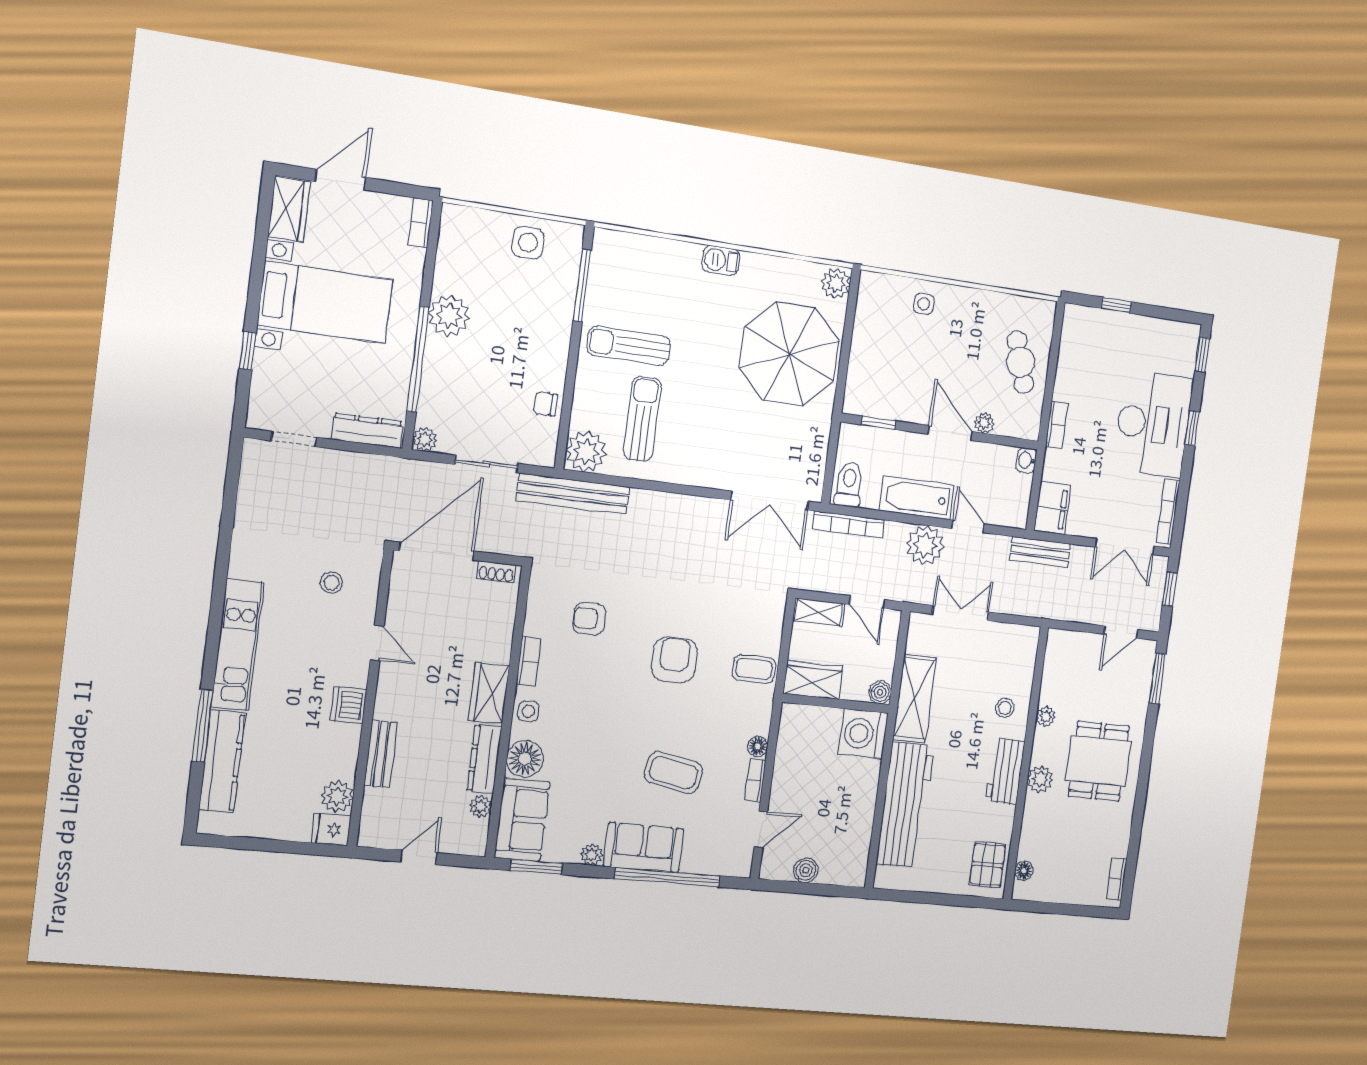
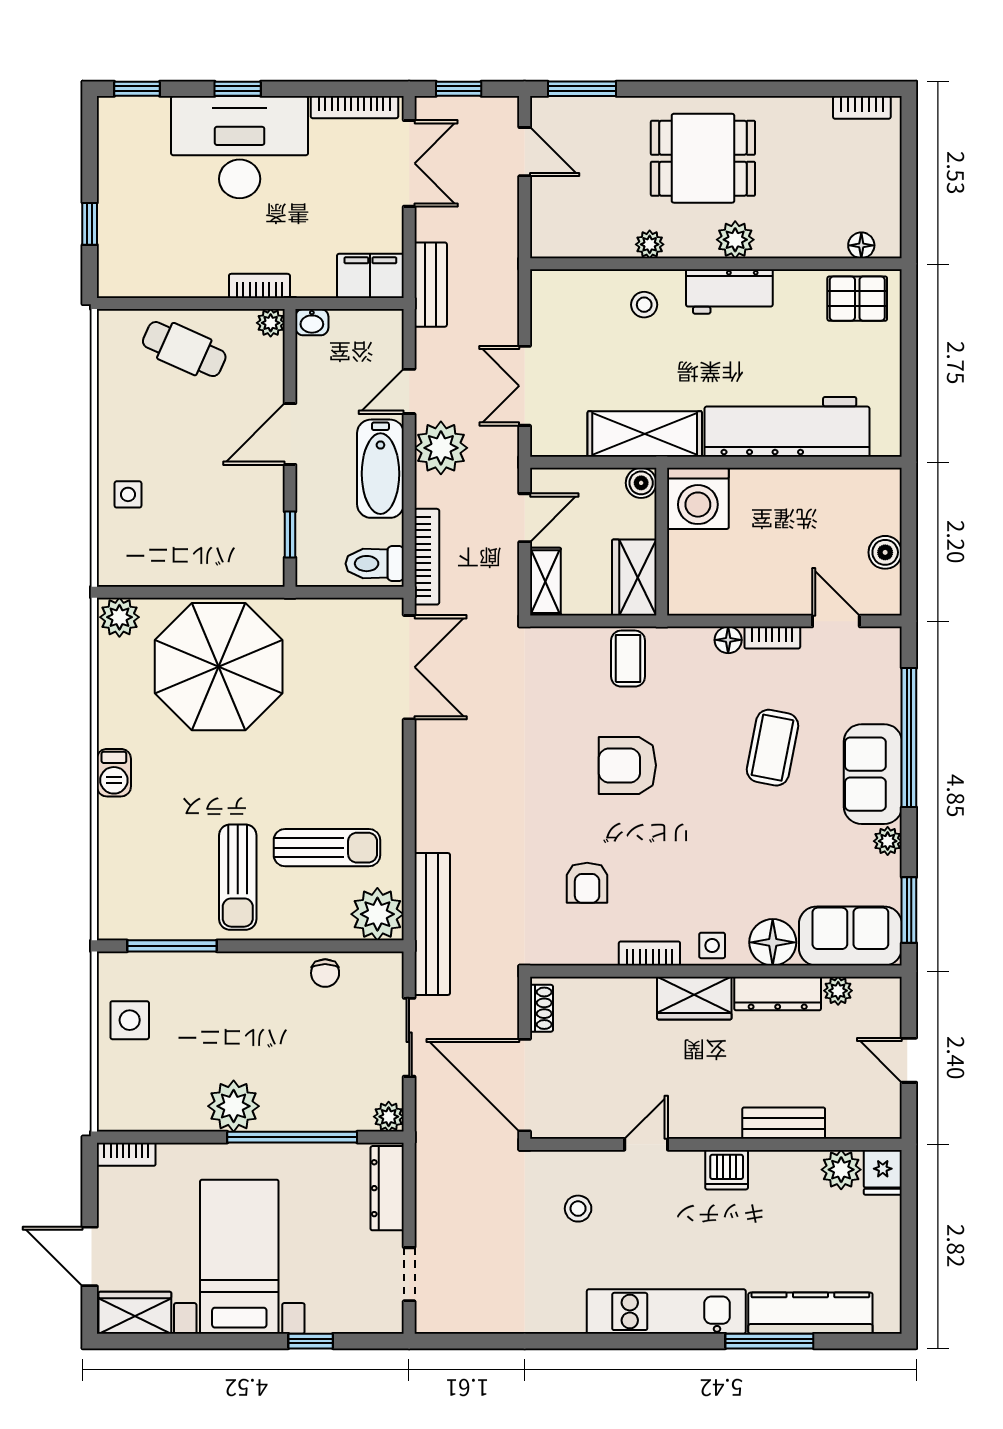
cafe table: (1021, 362) -> (184, 349), turned 42
sun lounger: (642, 419) -> (327, 848), turned 180
plant: (984, 423) -> (271, 323), moved

